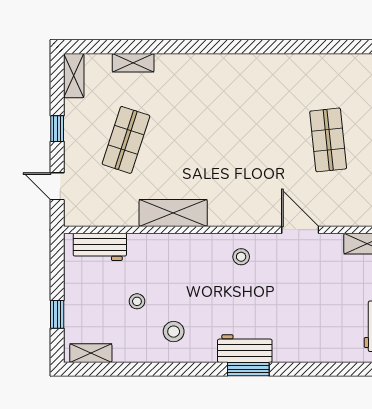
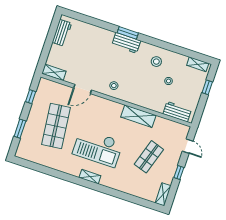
shelving: (133, 63) -> (90, 177), moved
checkout: (232, 124) -> (98, 148), added
shop shelf: (328, 140) -> (56, 126), width x1.43, depth x1.36
door: (300, 230) -> (83, 89), hinge flipped

